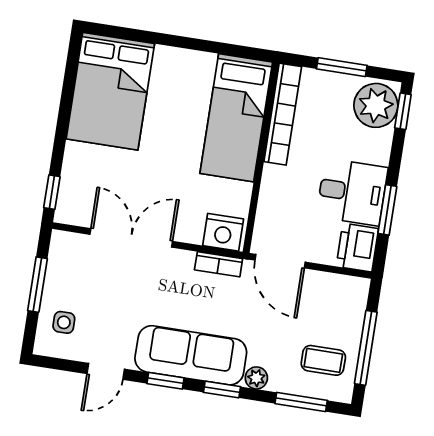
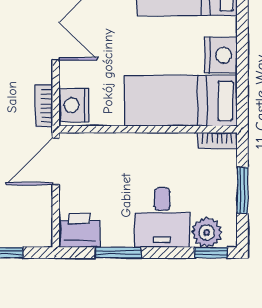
nightstand: (194, 68) -> (221, 55), added
plant: (376, 105) -> (207, 232), width x0.73, depth x0.73
bookcase: (283, 114) -> (217, 140), width x0.43, depth x0.76
desk: (352, 192) -> (162, 218), moved

